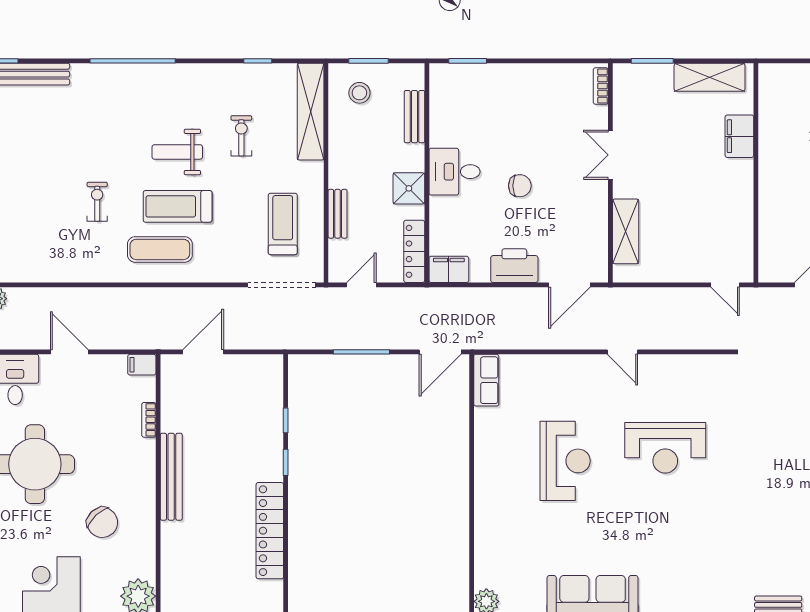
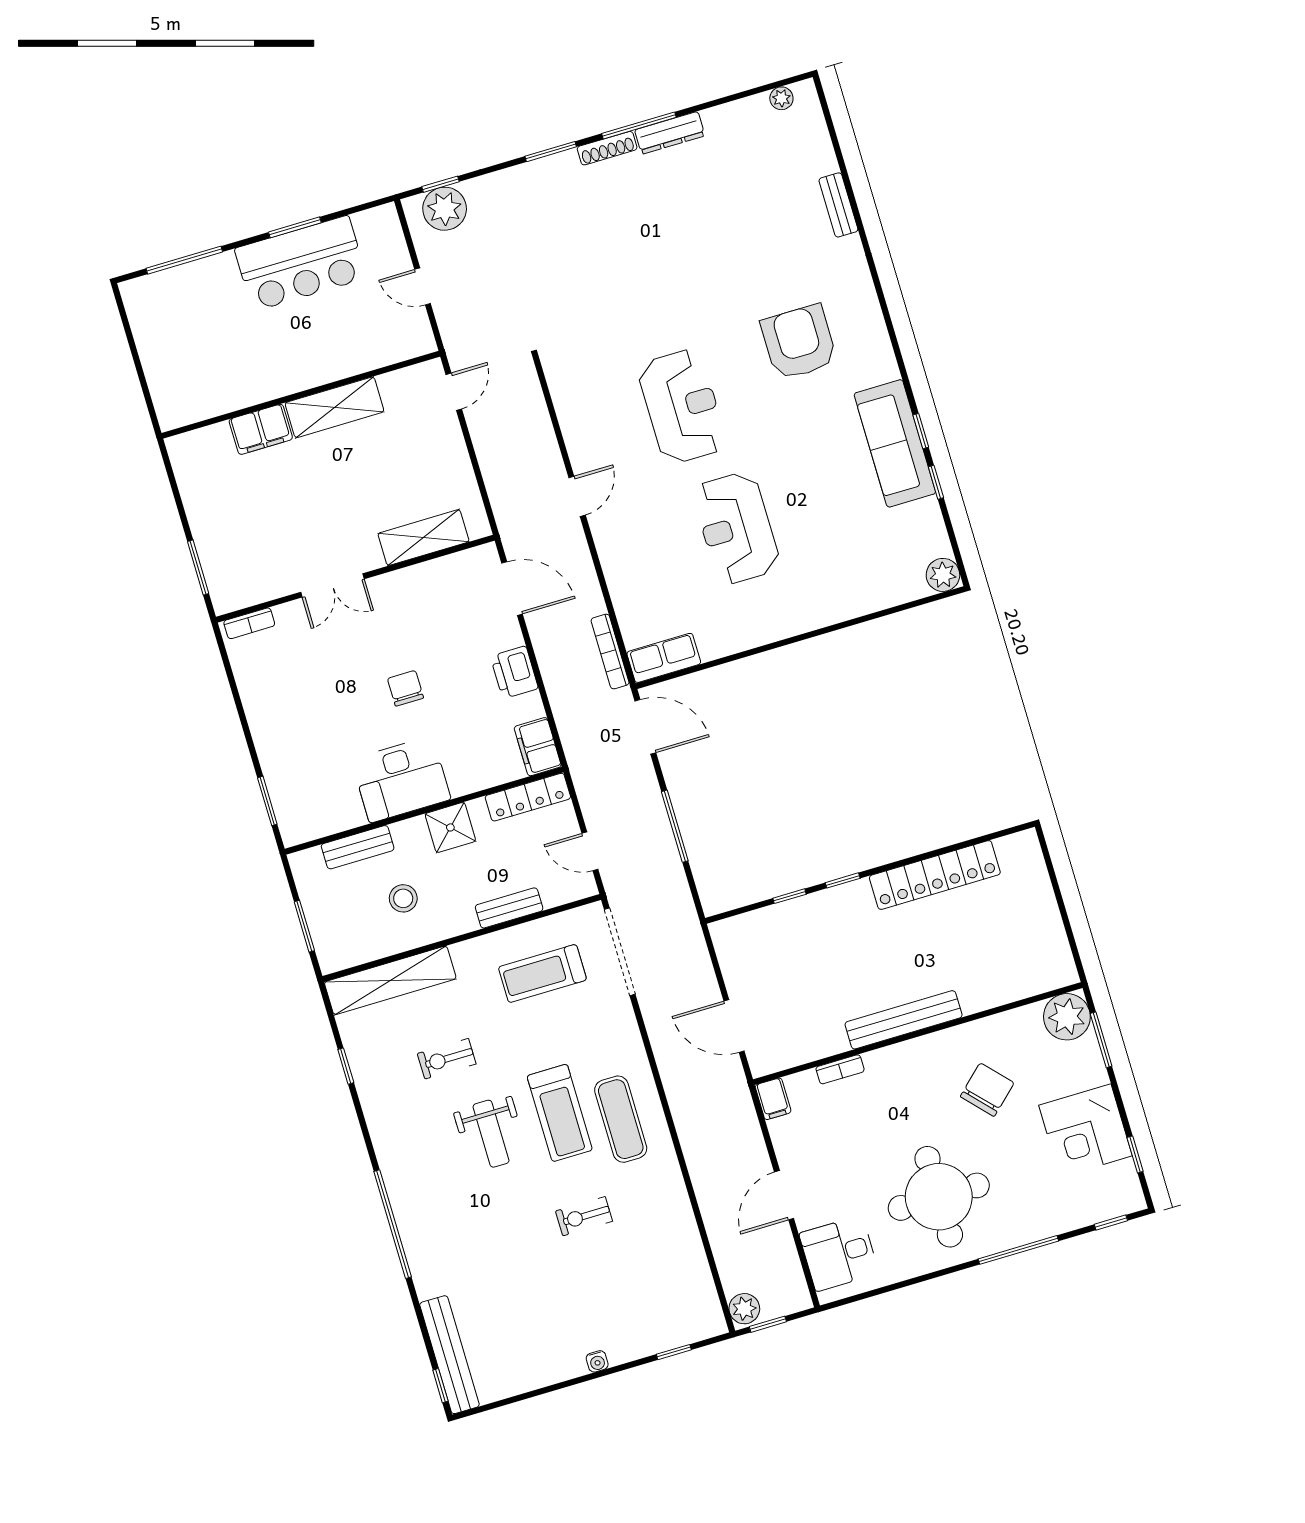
shelving: (710, 77) -> (334, 407), moved, turned 90
stool: (359, 93) -> (403, 898), moved
desk: (454, 172) -> (401, 779), width x1.37
printer: (514, 266) -> (514, 672), width x0.73, depth x0.84
bookcase: (502, 342) -> (610, 652), added
reception desk: (565, 461) -> (736, 528), turned -90
armchair: (687, 547) -> (799, 342), added

